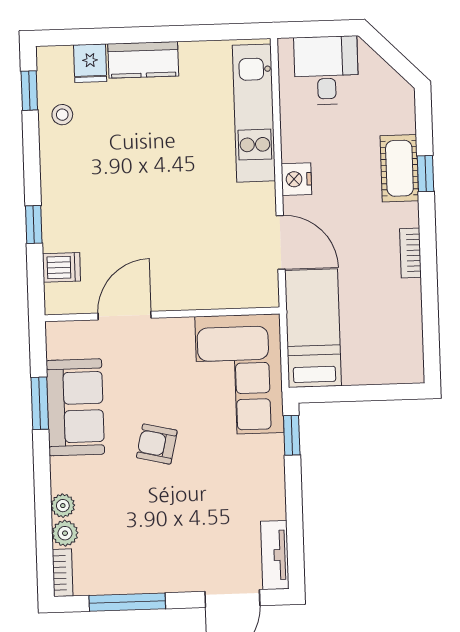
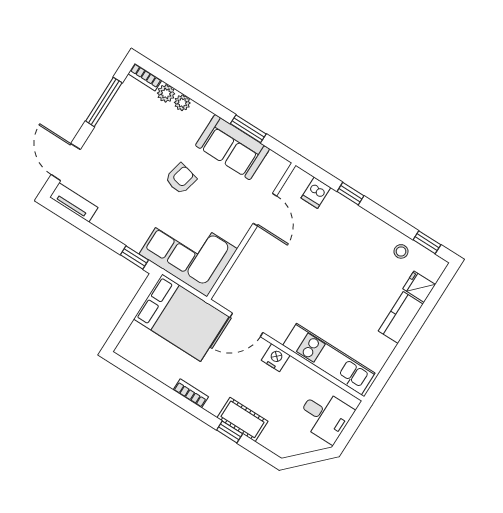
bed: (313, 328) -> (181, 318), width x1.50

